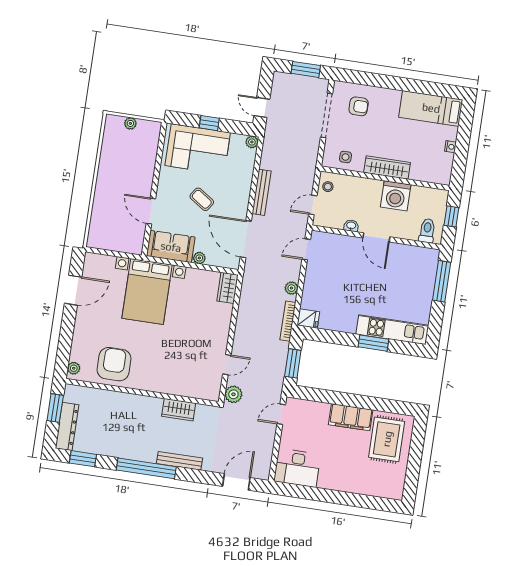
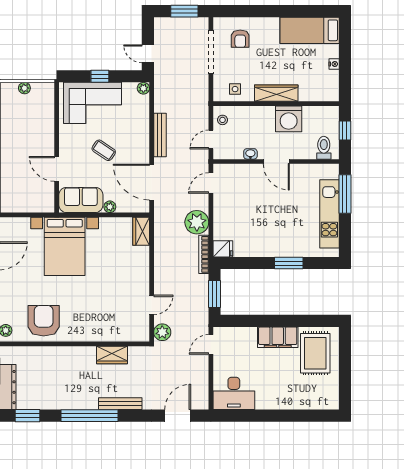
armchair: (359, 106) -> (240, 39), turned 90
plant: (291, 288) -> (197, 222), width x1.88, depth x1.88
kitchen unit: (392, 330) -> (329, 214), moved, turned -90

